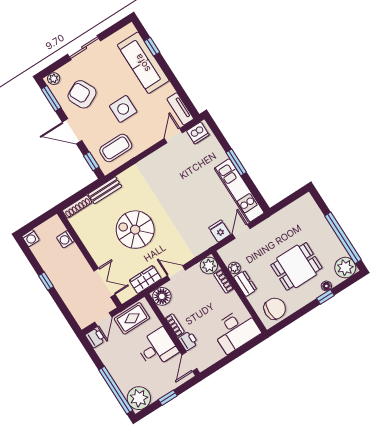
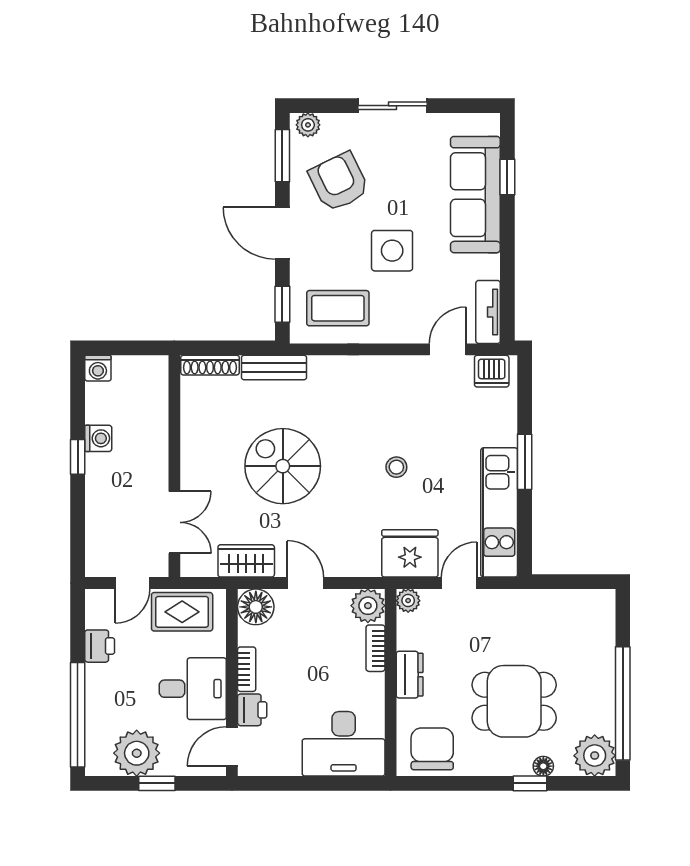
stool: (183, 199) -> (396, 467), added
fridge: (220, 231) -> (410, 553), width x1.88, depth x1.34
washing machine: (65, 239) -> (98, 438), moved, turned 180
plant: (234, 268) -> (408, 601), moved
chair: (275, 309) -> (432, 749), turned -90
printer: (95, 338) -> (100, 646), moved
plant: (139, 398) -> (137, 753), moved

